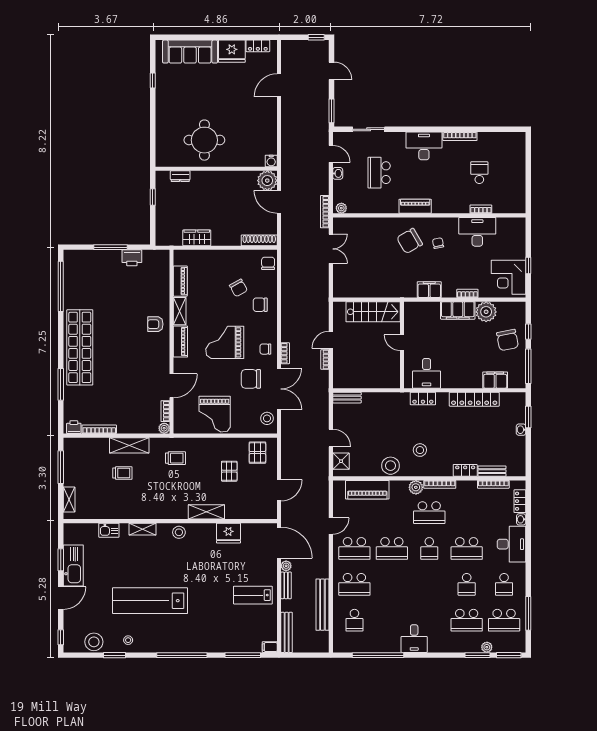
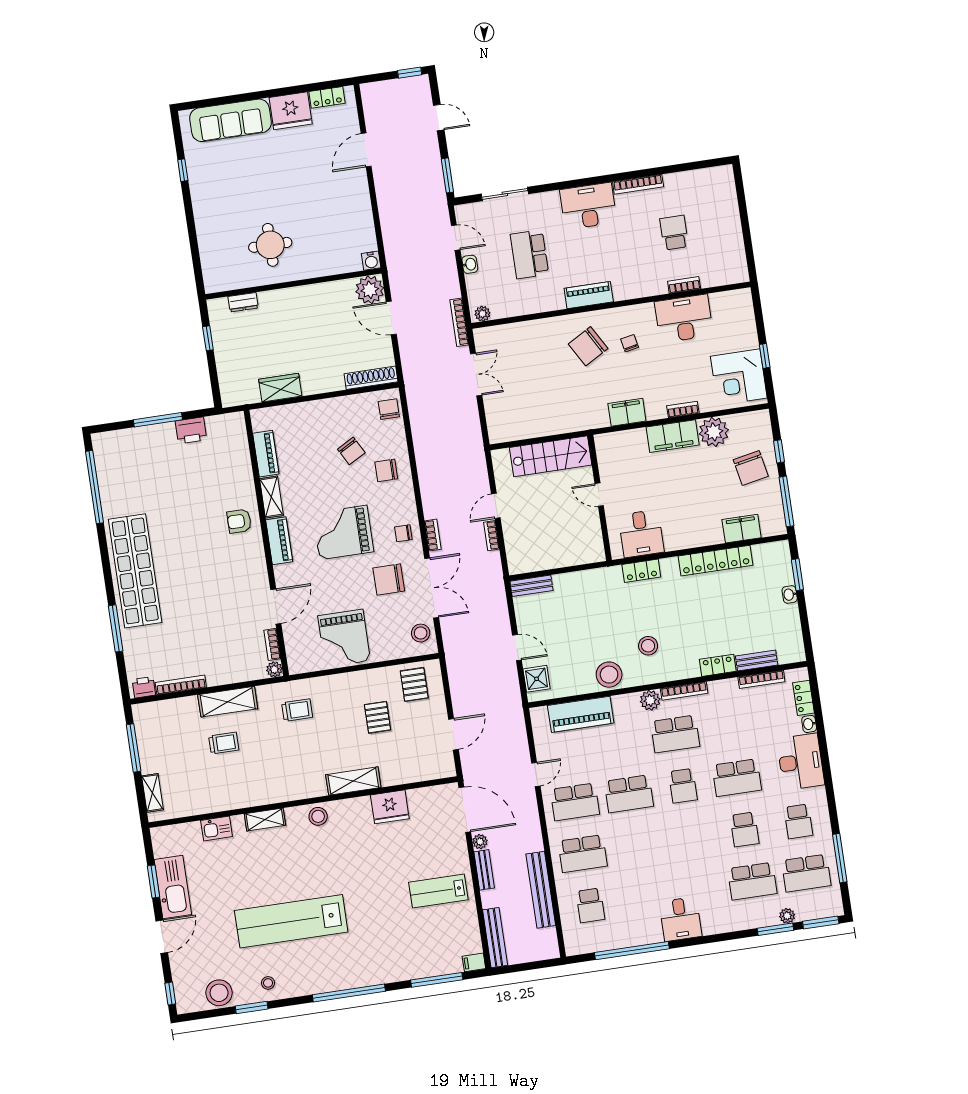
round table: (204, 140) -> (270, 245), width x0.73, depth x0.73

